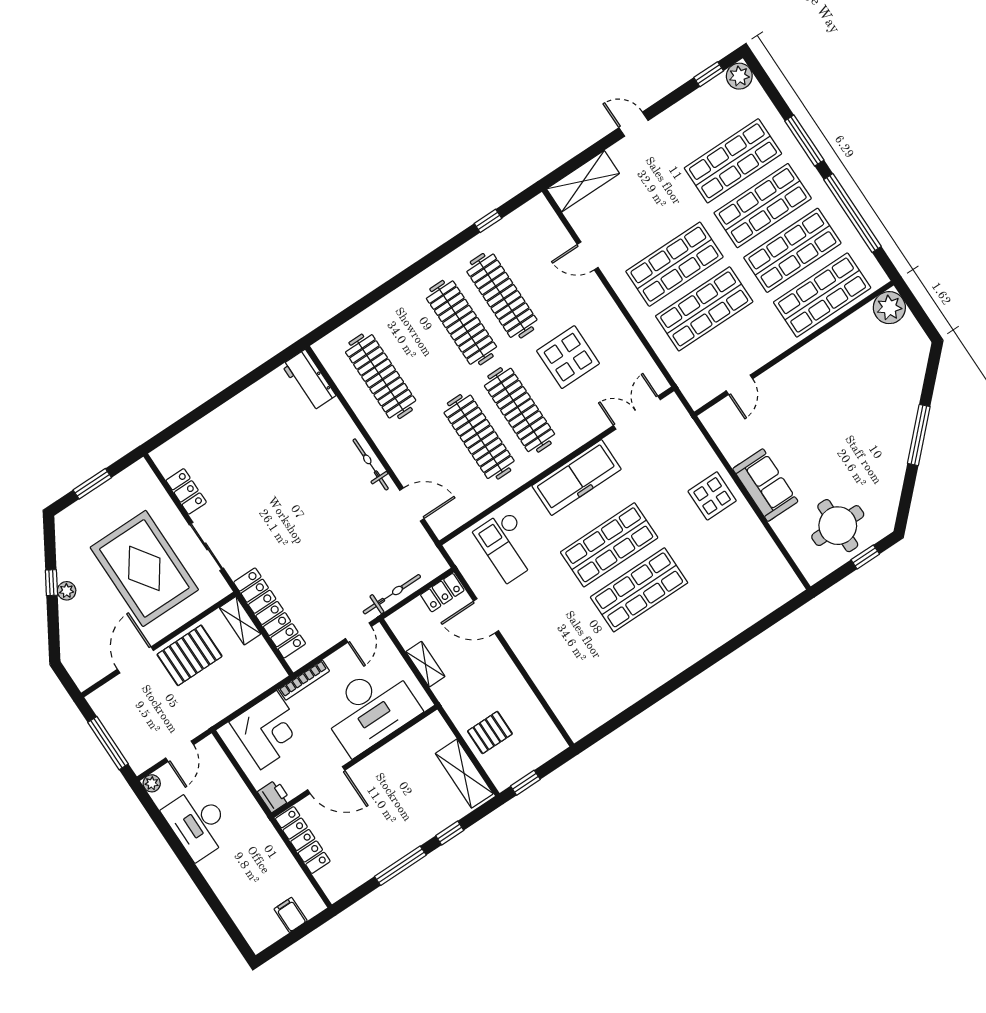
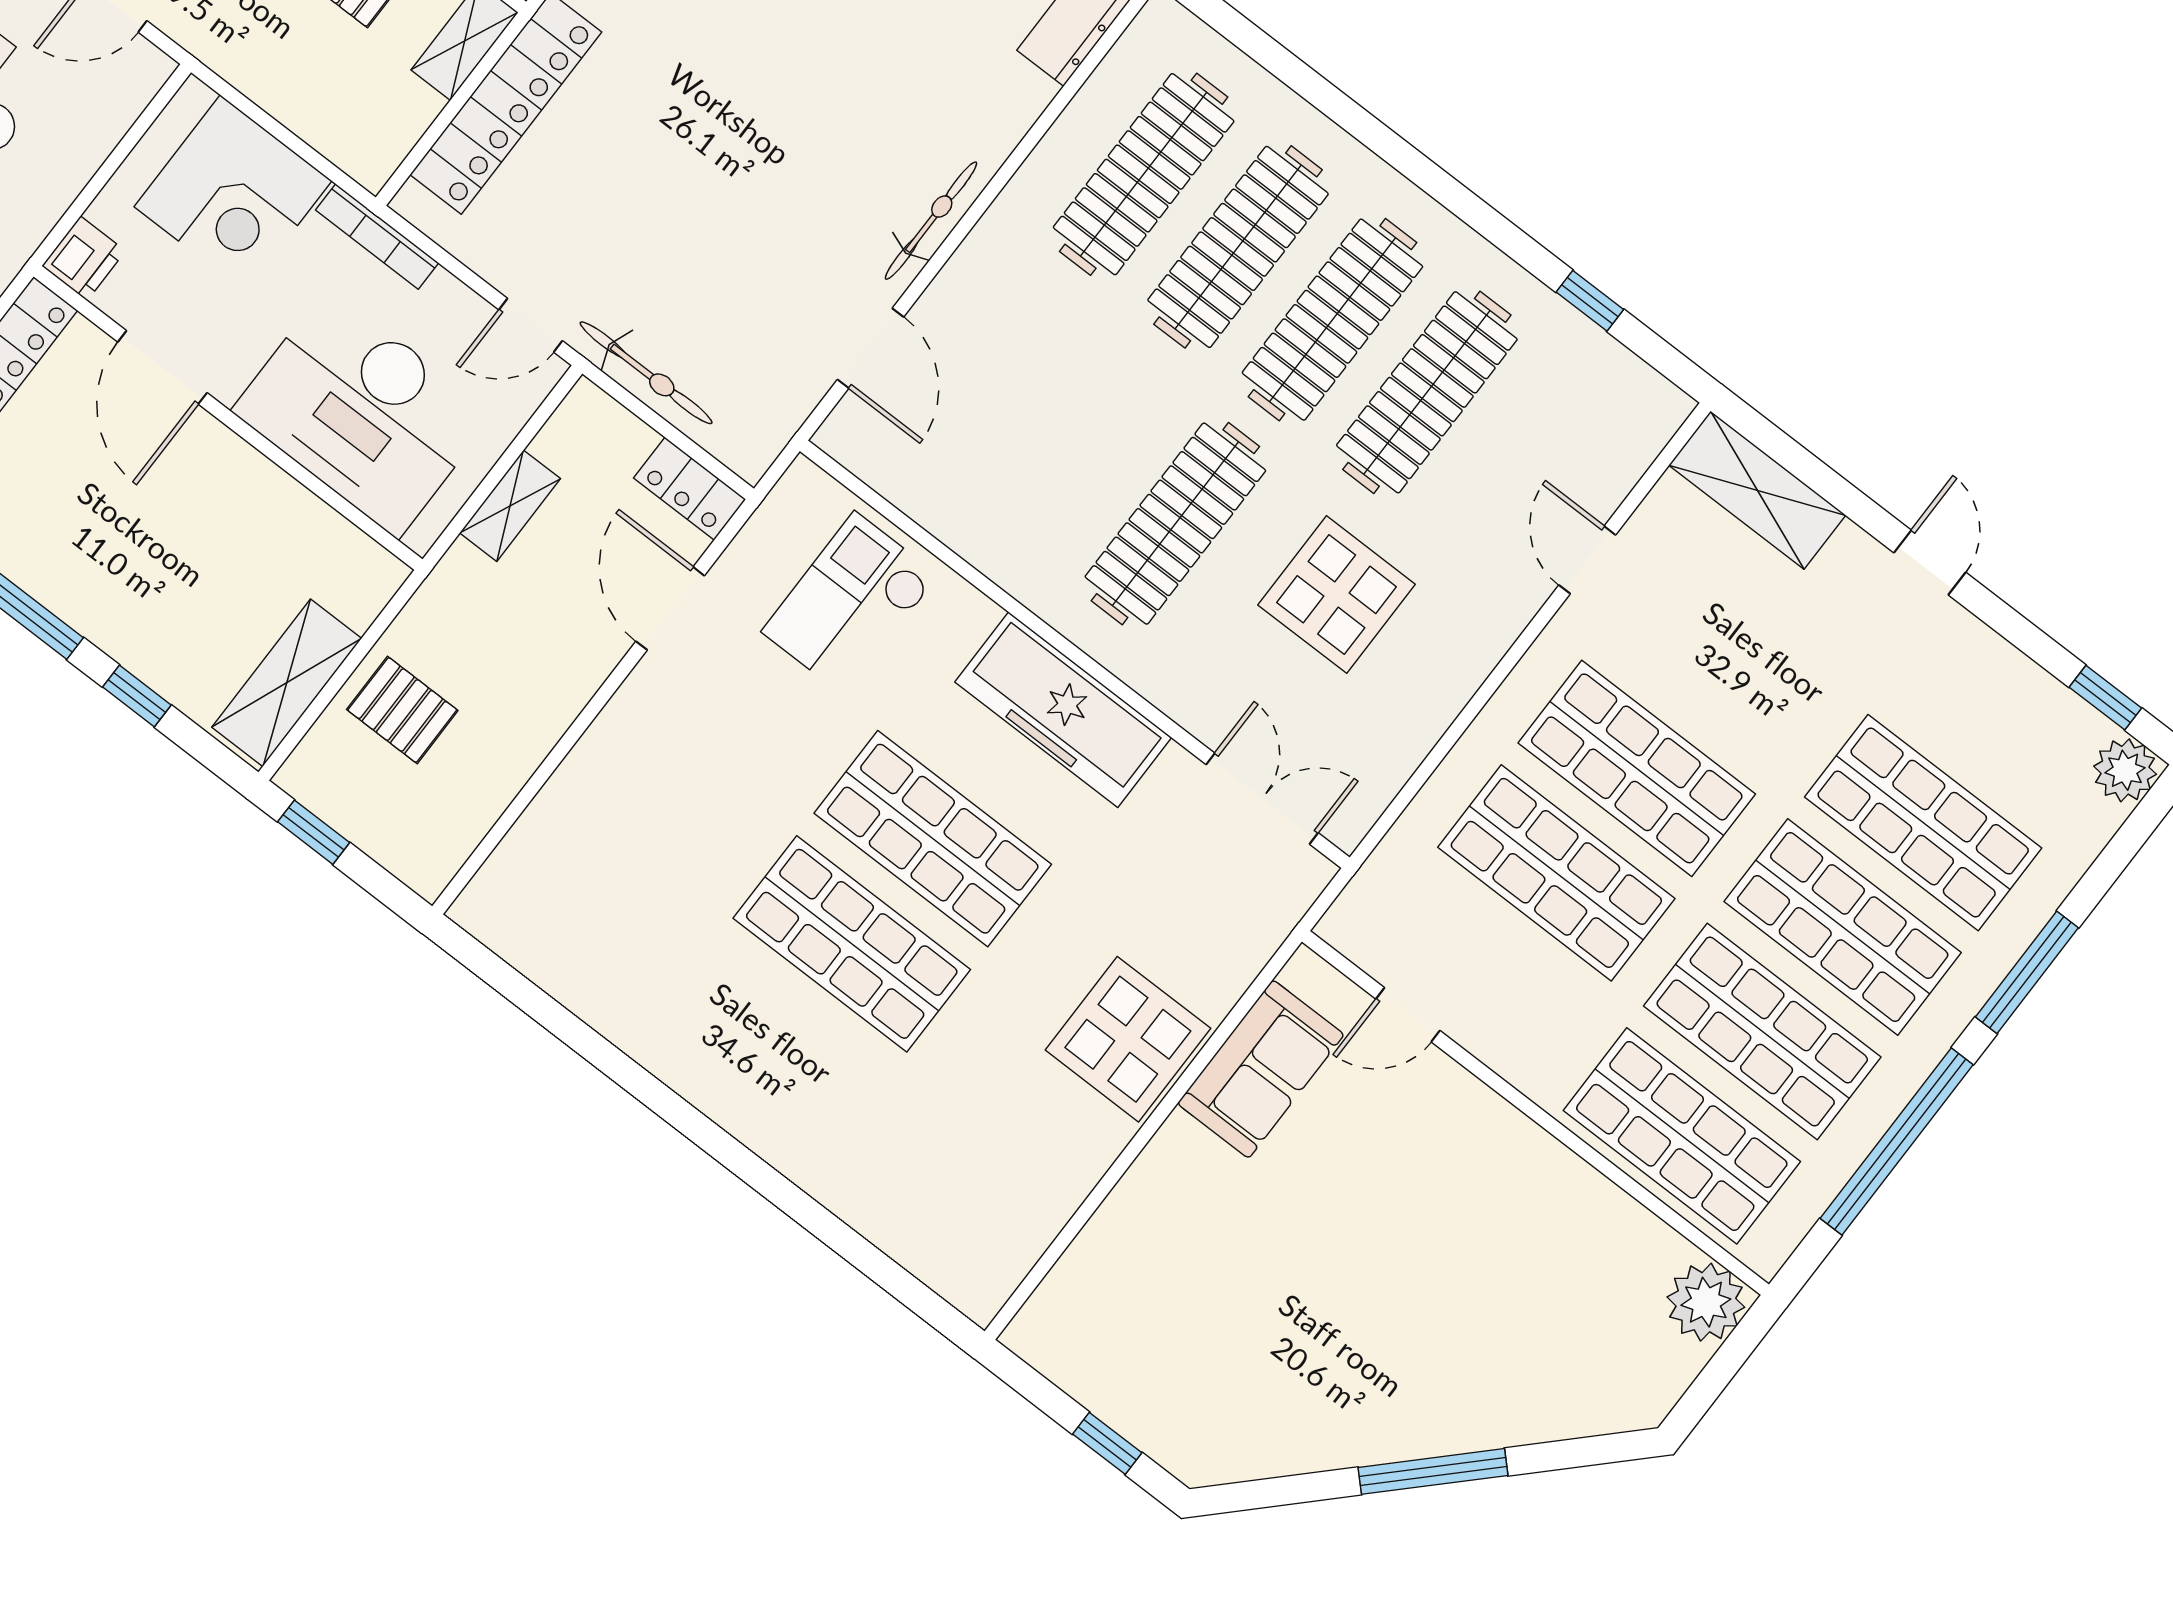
clothes rail: (479, 437) -> (1238, 247), moved
sofa: (765, 485) -> (1261, 1069), moved
display table: (712, 496) -> (1128, 1039), width x1.36, depth x1.36
round table: (838, 526) -> (1158, 1355), removed

